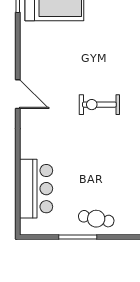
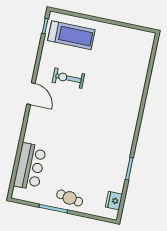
exercise bike: (99, 105) -> (68, 78), moved

